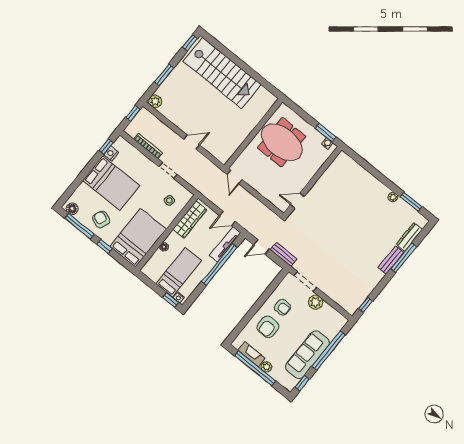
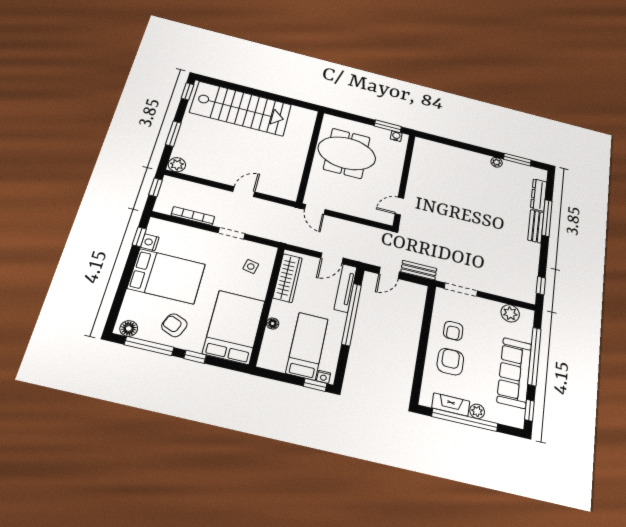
plant: (316, 302) -> (510, 313), moved
armchair: (282, 307) -> (453, 331), turned 90
armchair: (268, 327) -> (450, 362), turned 180

